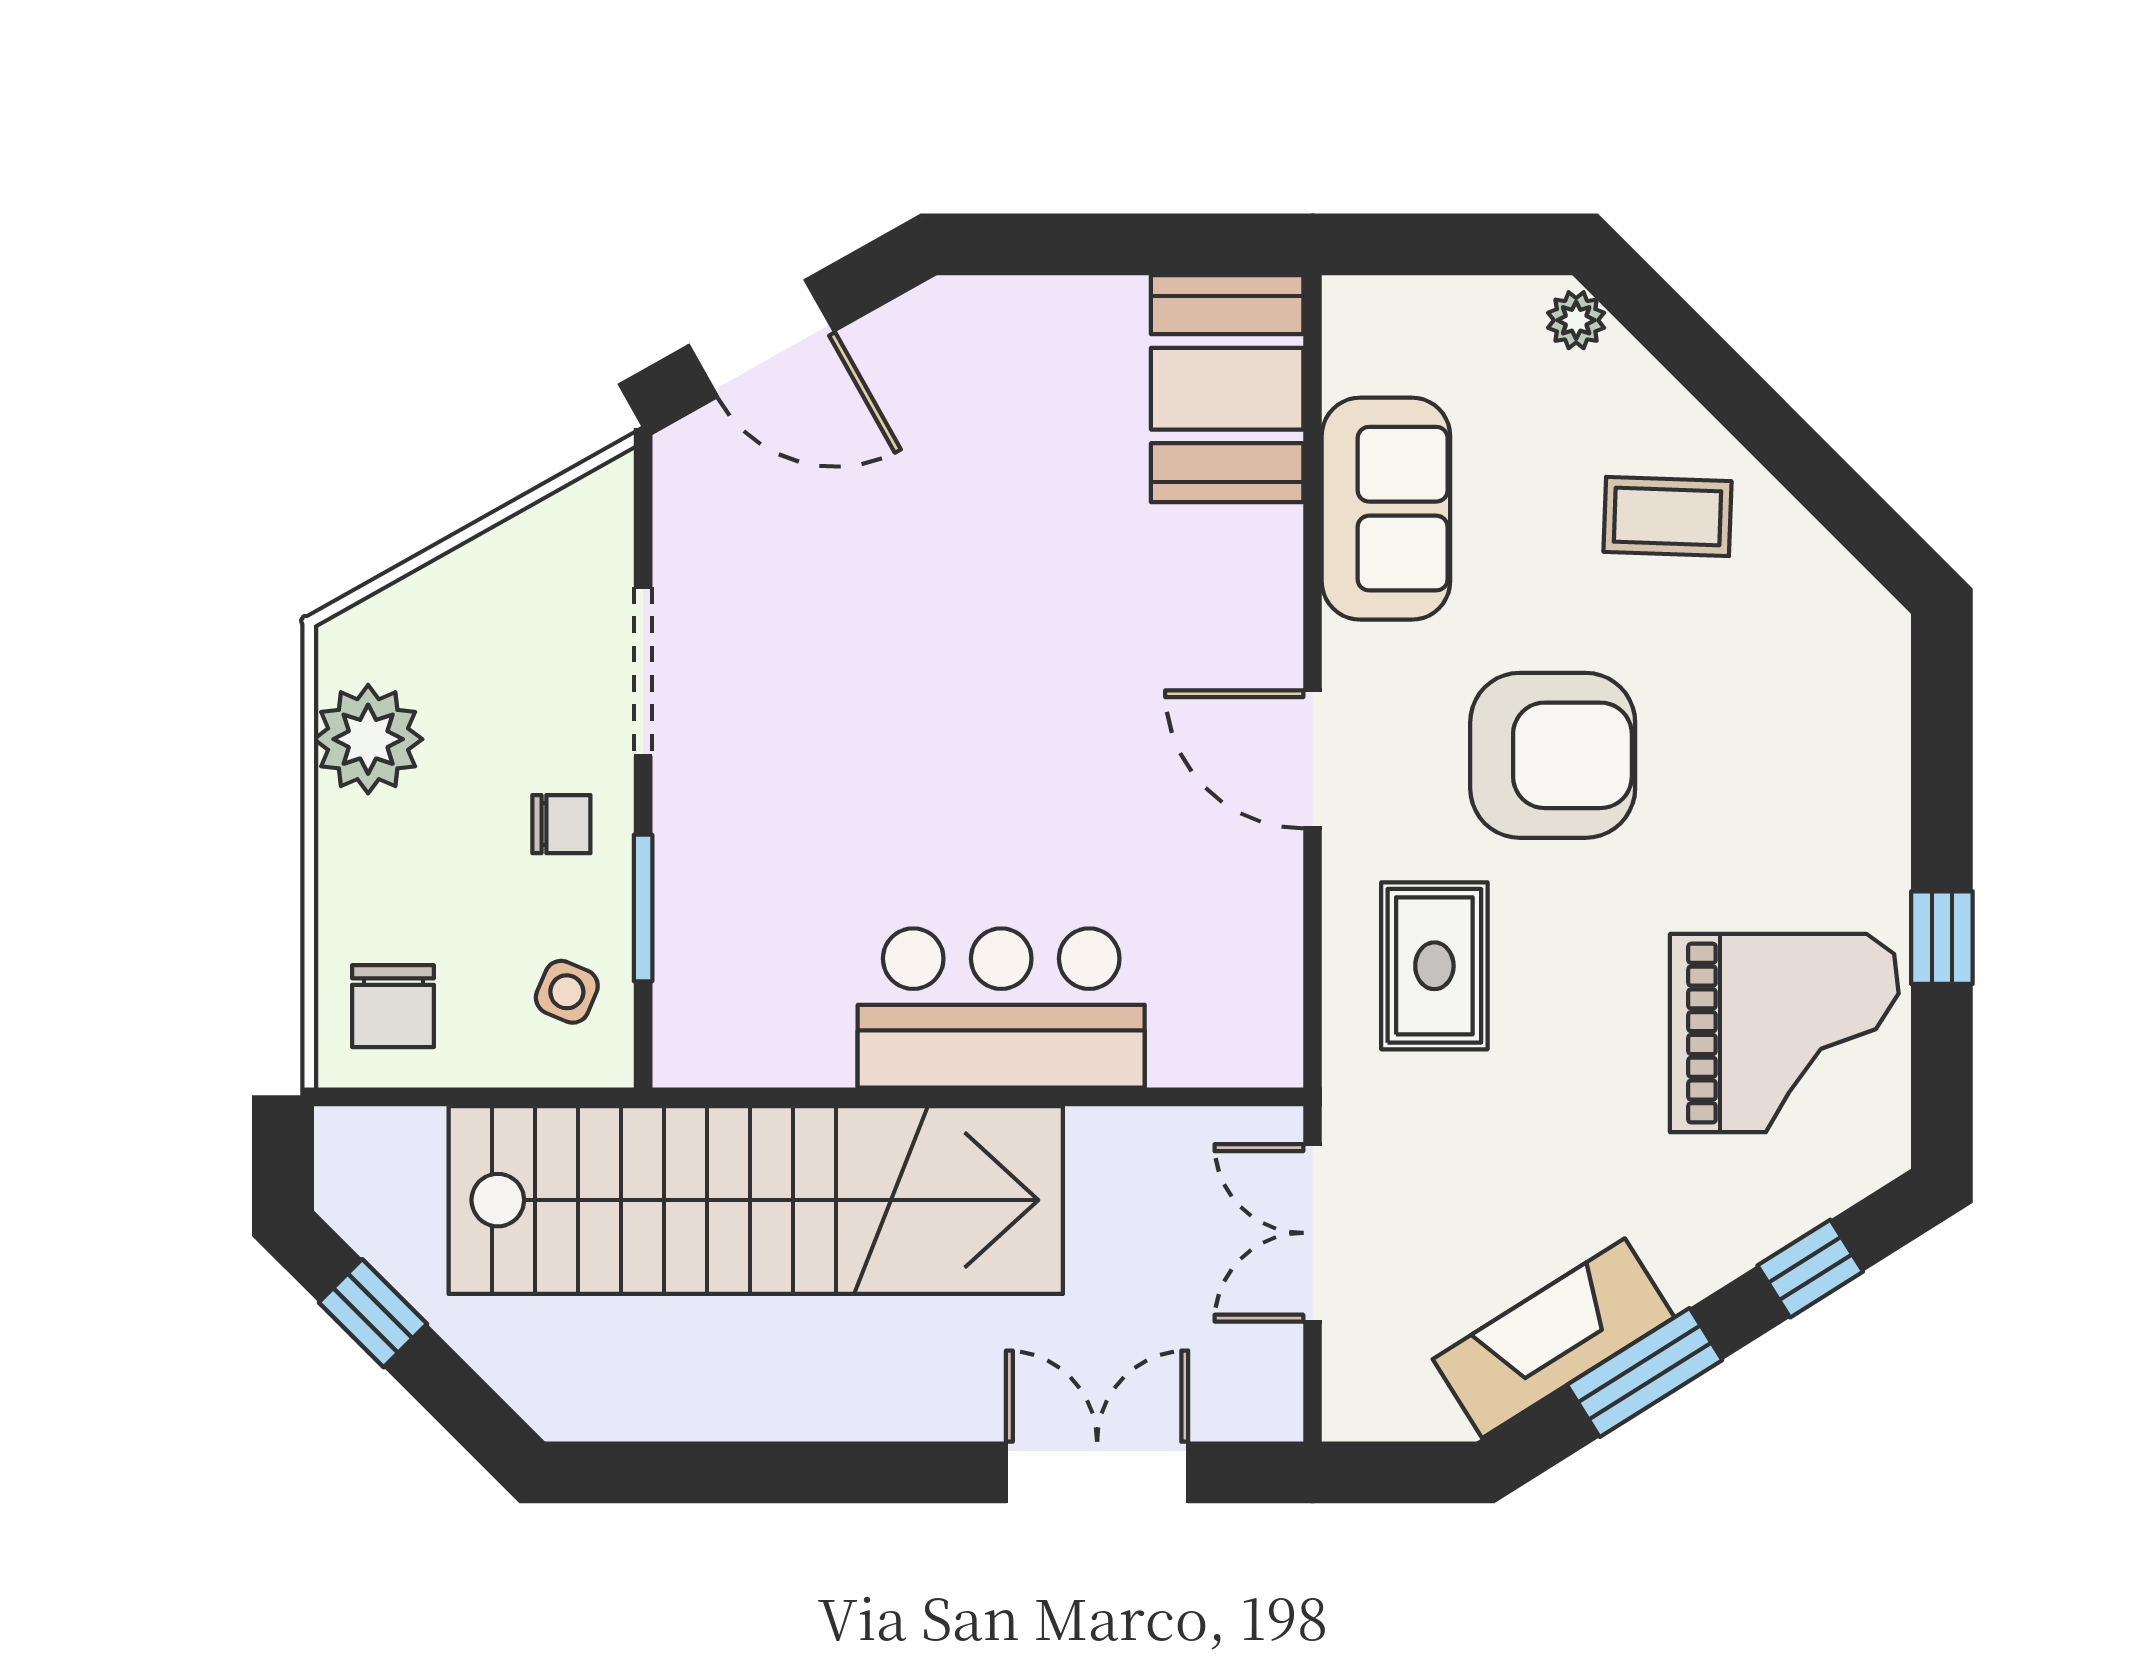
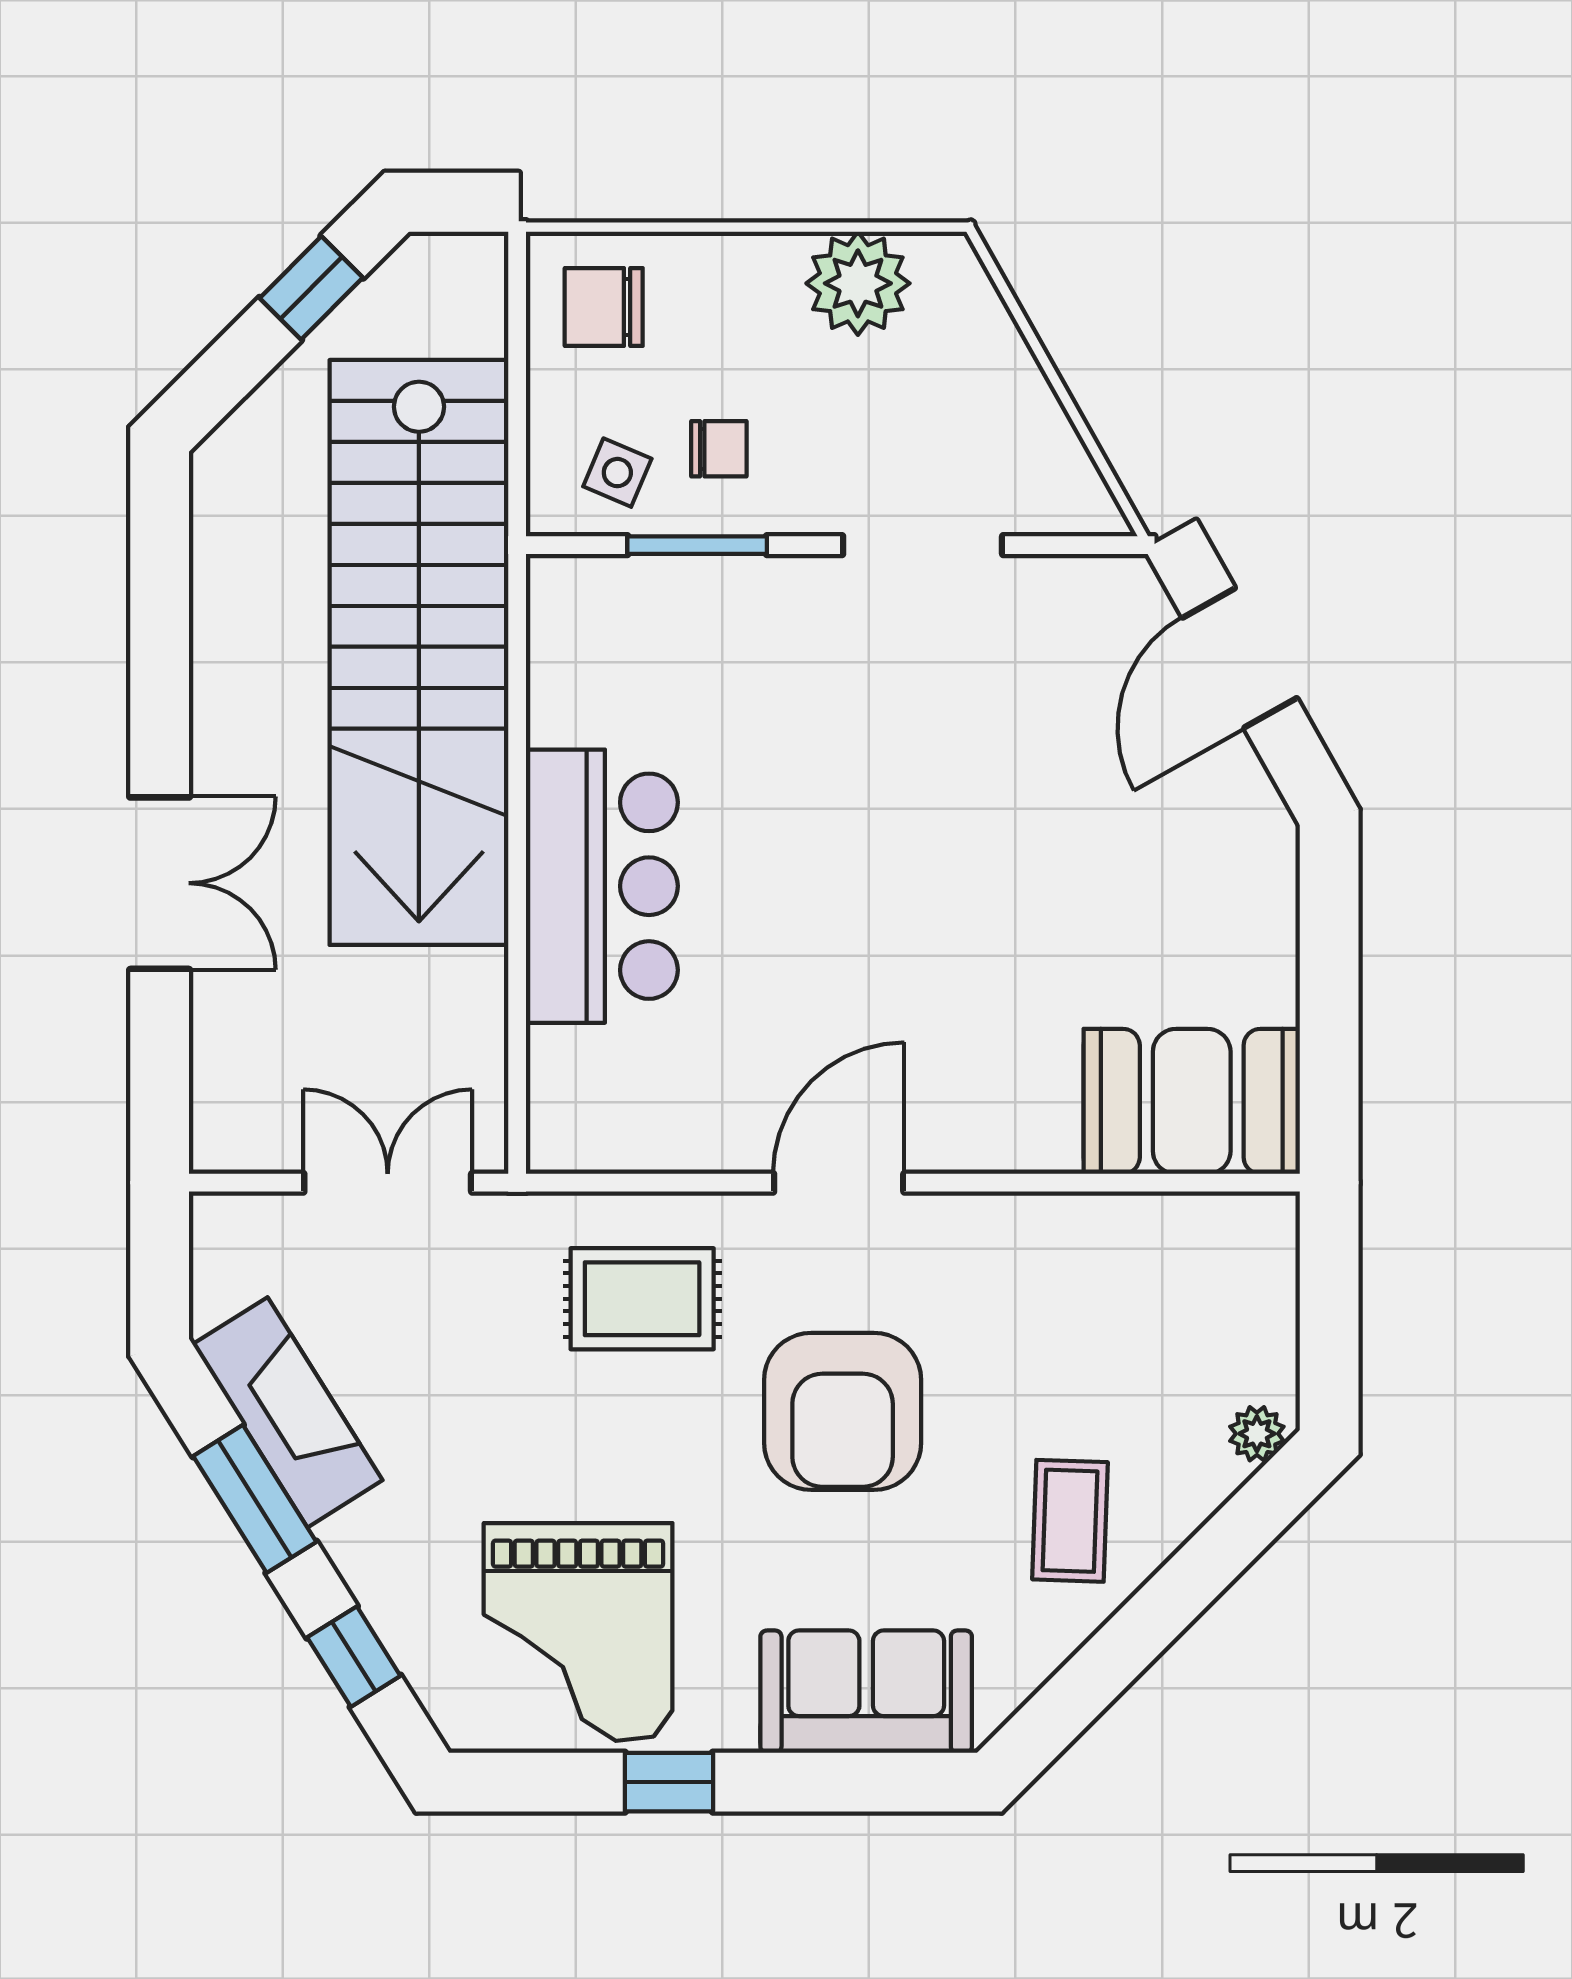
sofa: (1386, 509) -> (866, 1692), moved, turned 180
chair: (561, 824) -> (719, 449), moved, turned -90
double door: (1097, 1472) -> (160, 883), moved

